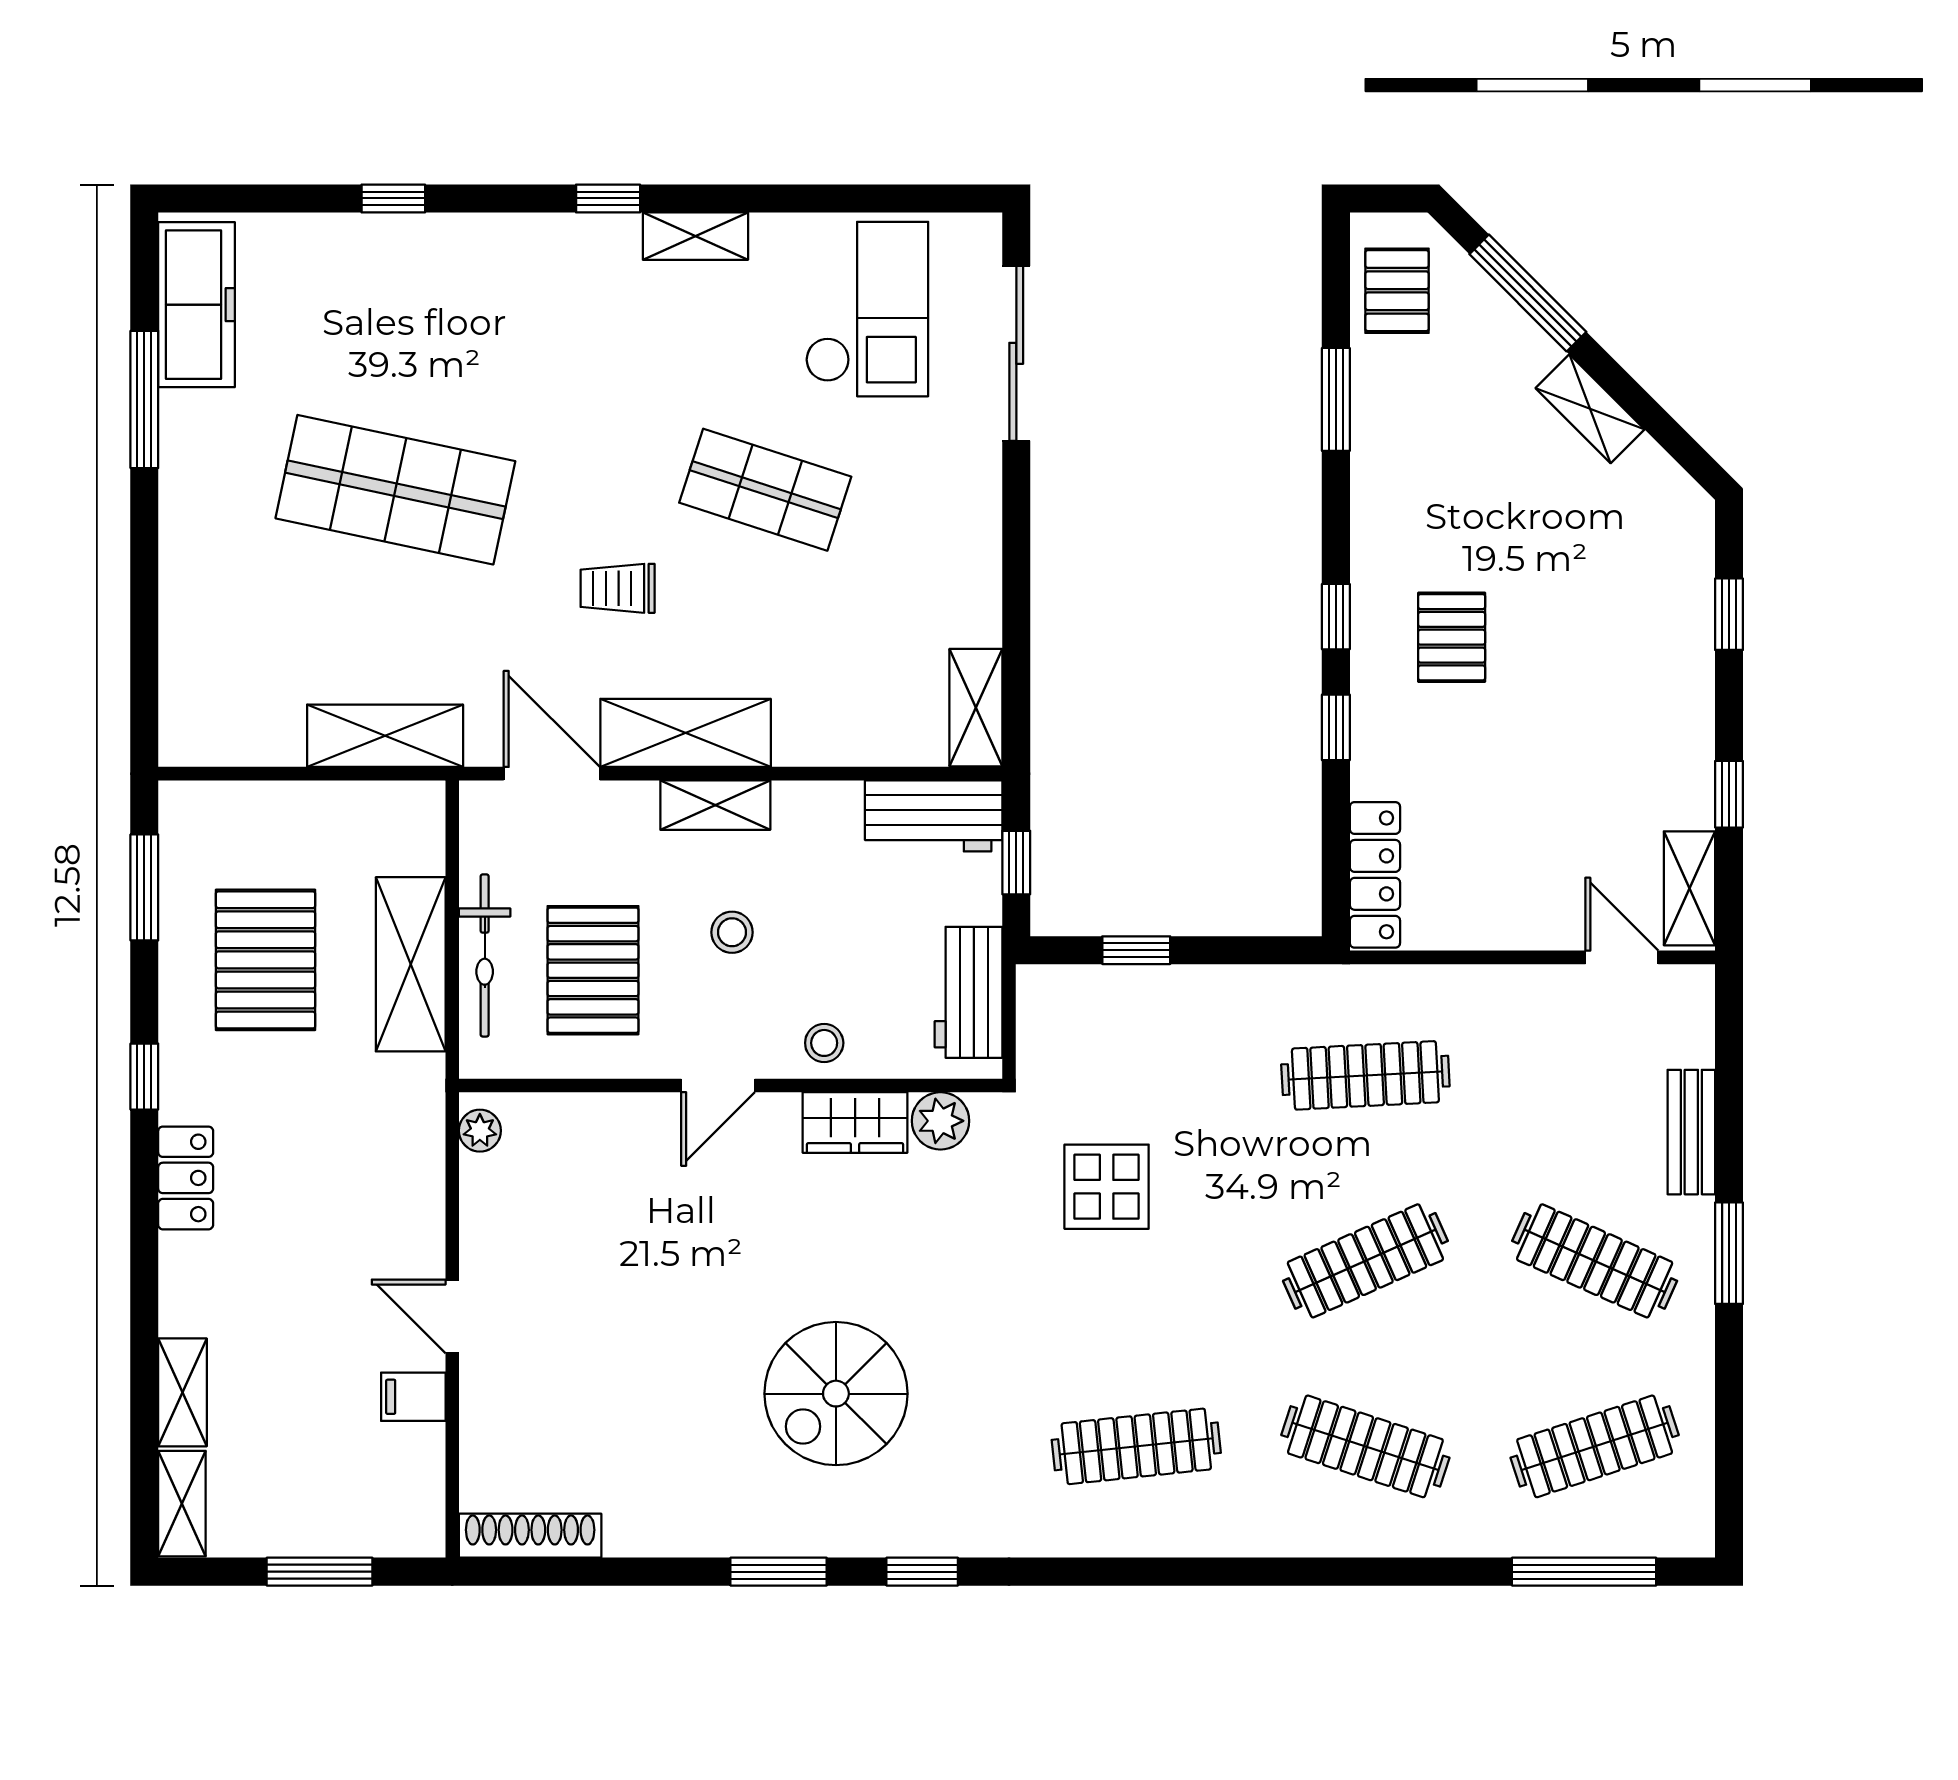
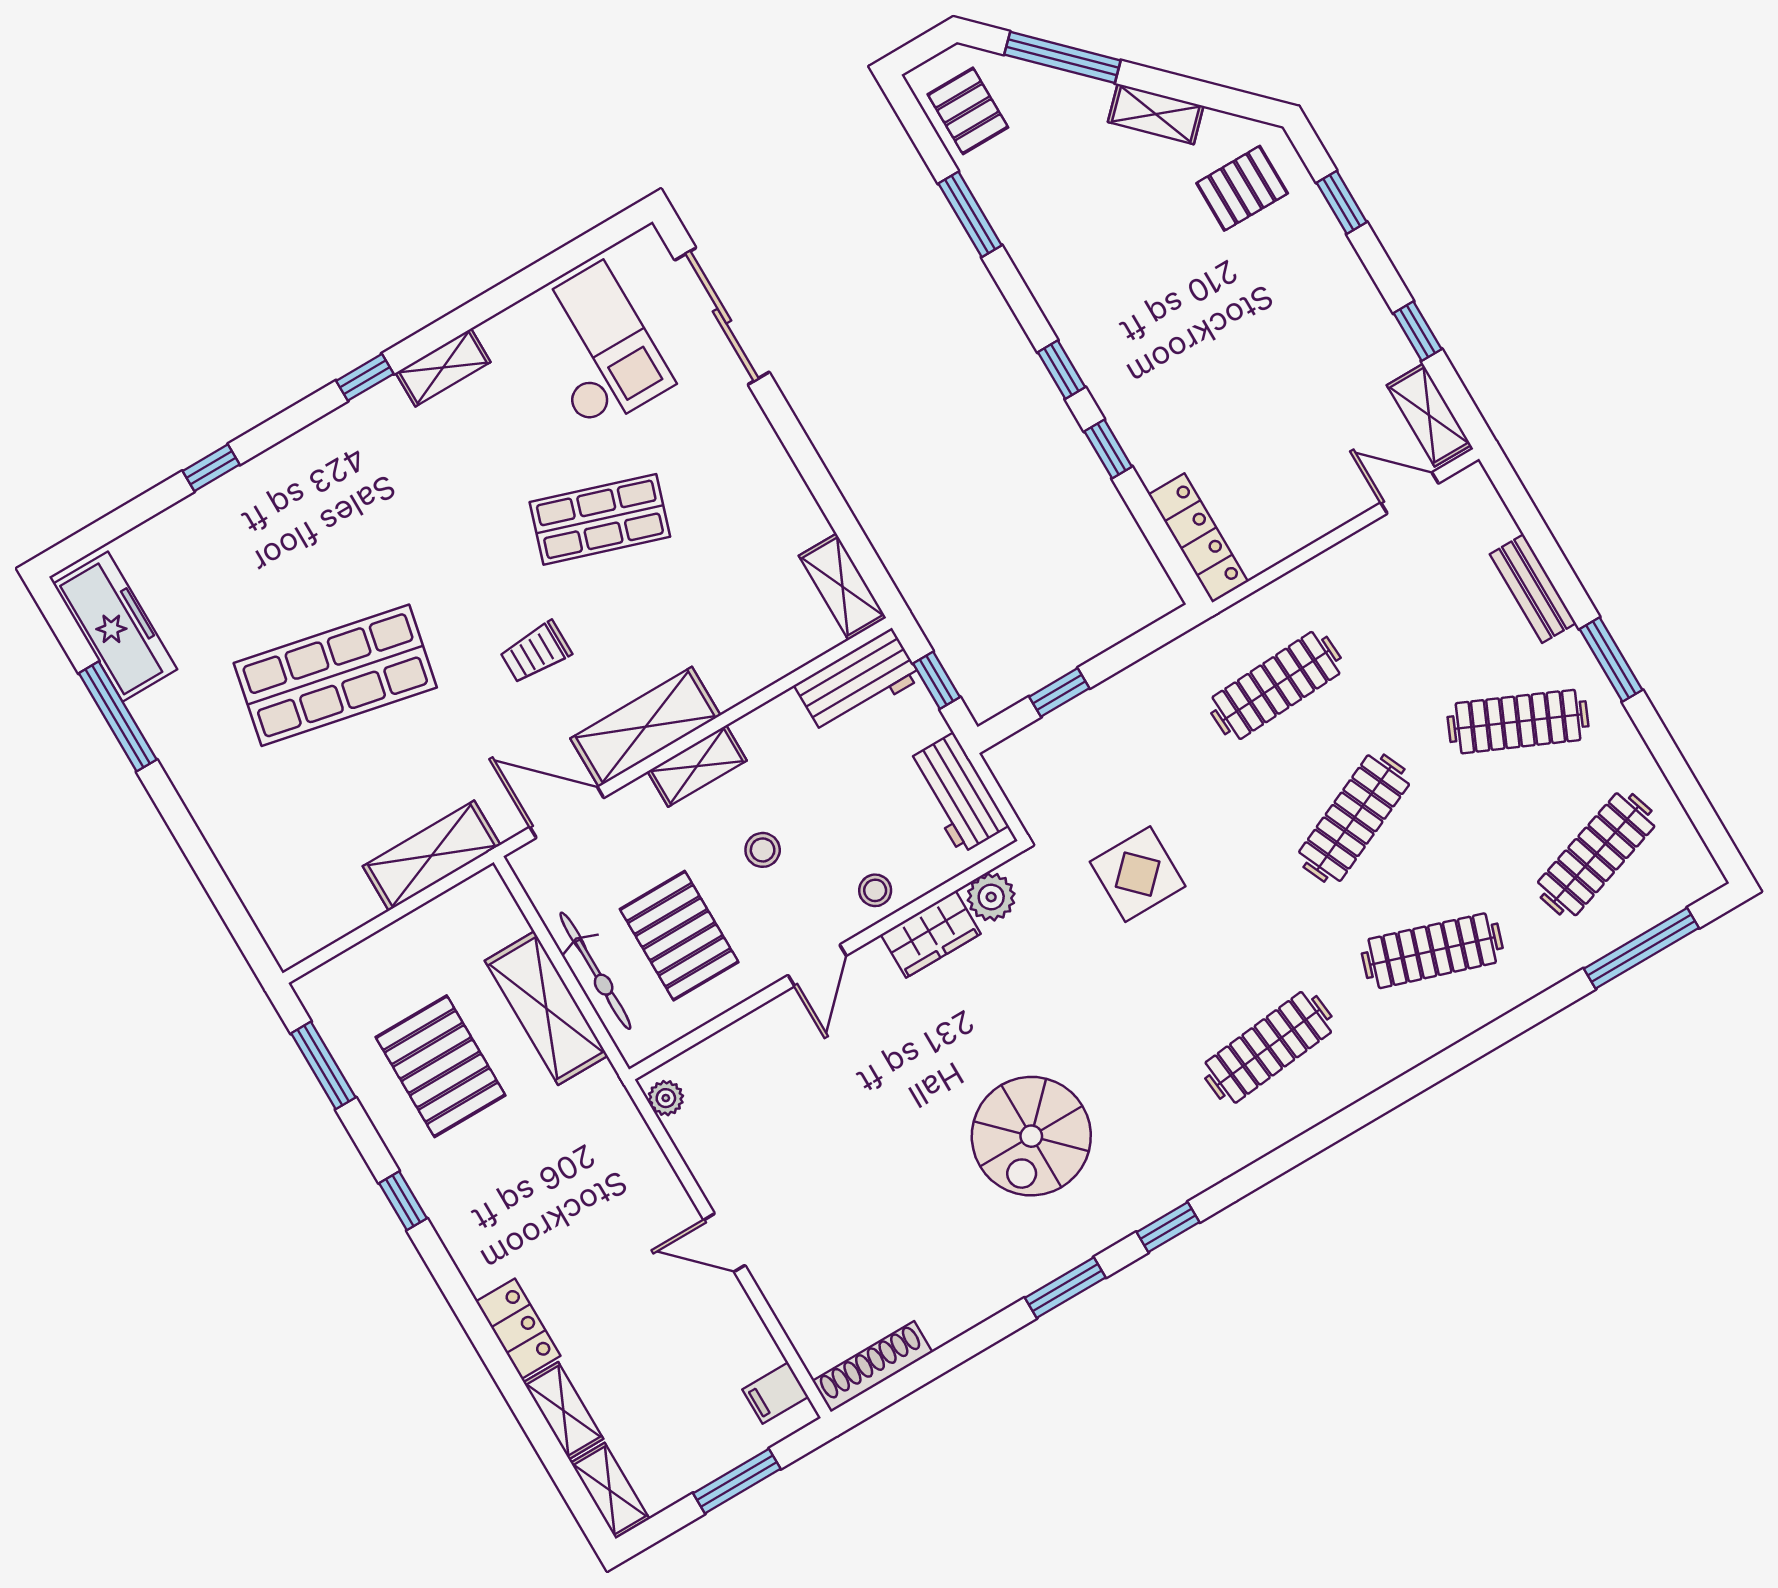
pallet: (1452, 637) -> (1242, 188), moved, turned 90
locker: (186, 1178) -> (518, 1329), moved
filing cabinet: (413, 1397) -> (775, 1393), moved

